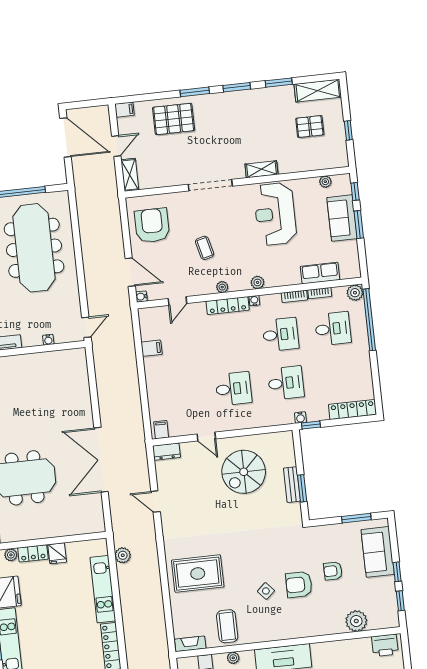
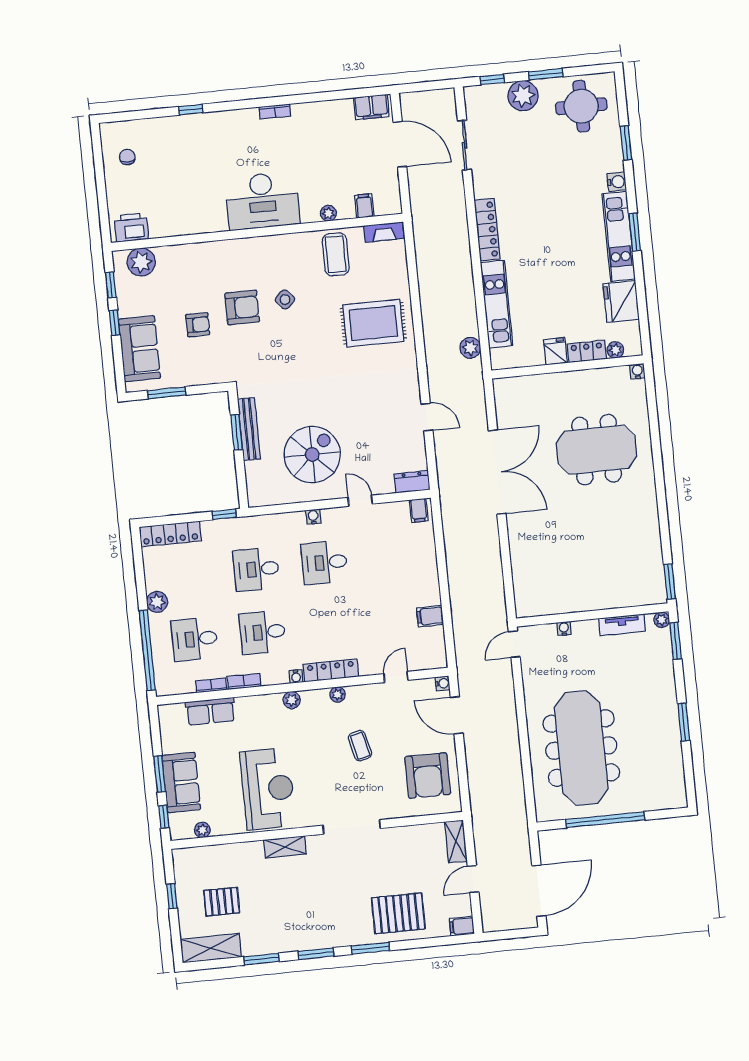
door: (65, 137) -> (539, 891), swing flipped
plant: (355, 293) -> (157, 602), moved
water cooler: (300, 418) -> (313, 517), moved
bench: (292, 485) -> (249, 429), width x1.36
plant: (356, 621) -> (141, 262), moved

